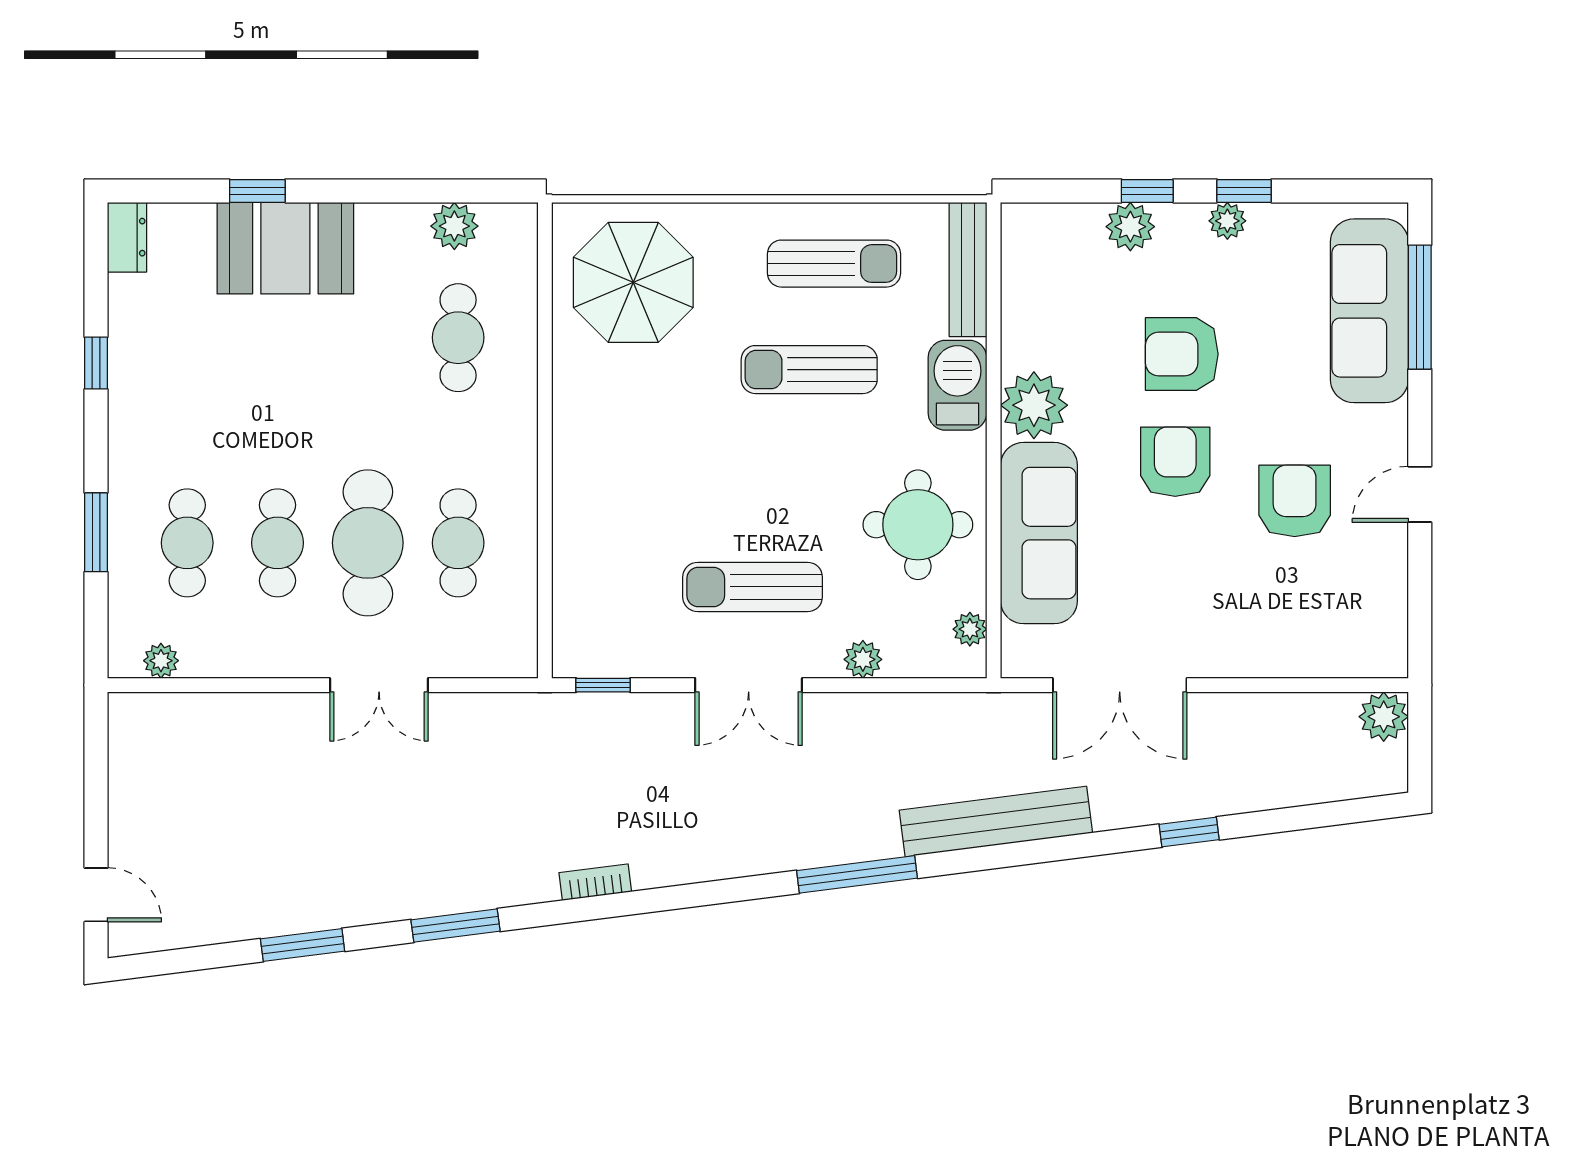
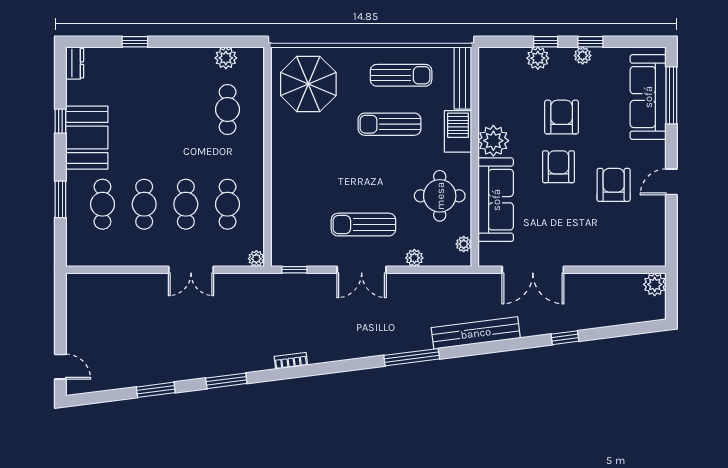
booth: (285, 248) -> (87, 138), moved, turned 90
armchair: (1182, 354) -> (562, 117), turned 90
cafe table: (368, 543) -> (186, 204), width x0.73, depth x0.74
plant: (161, 661) -> (256, 259), moved

